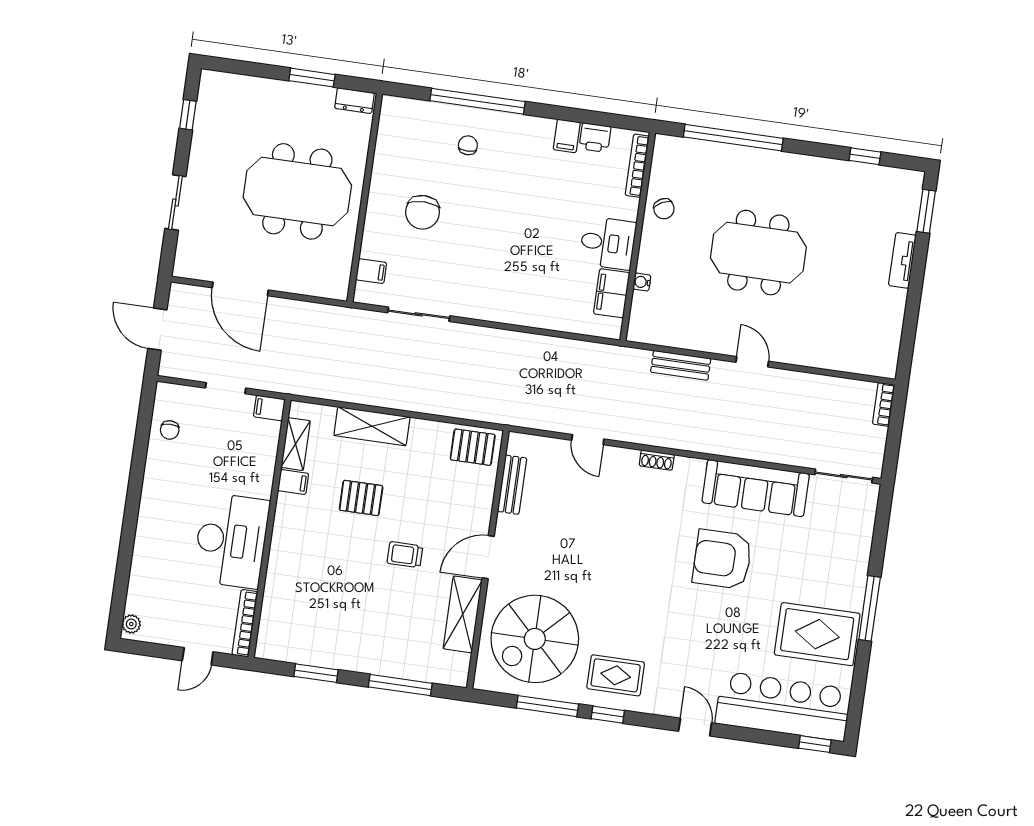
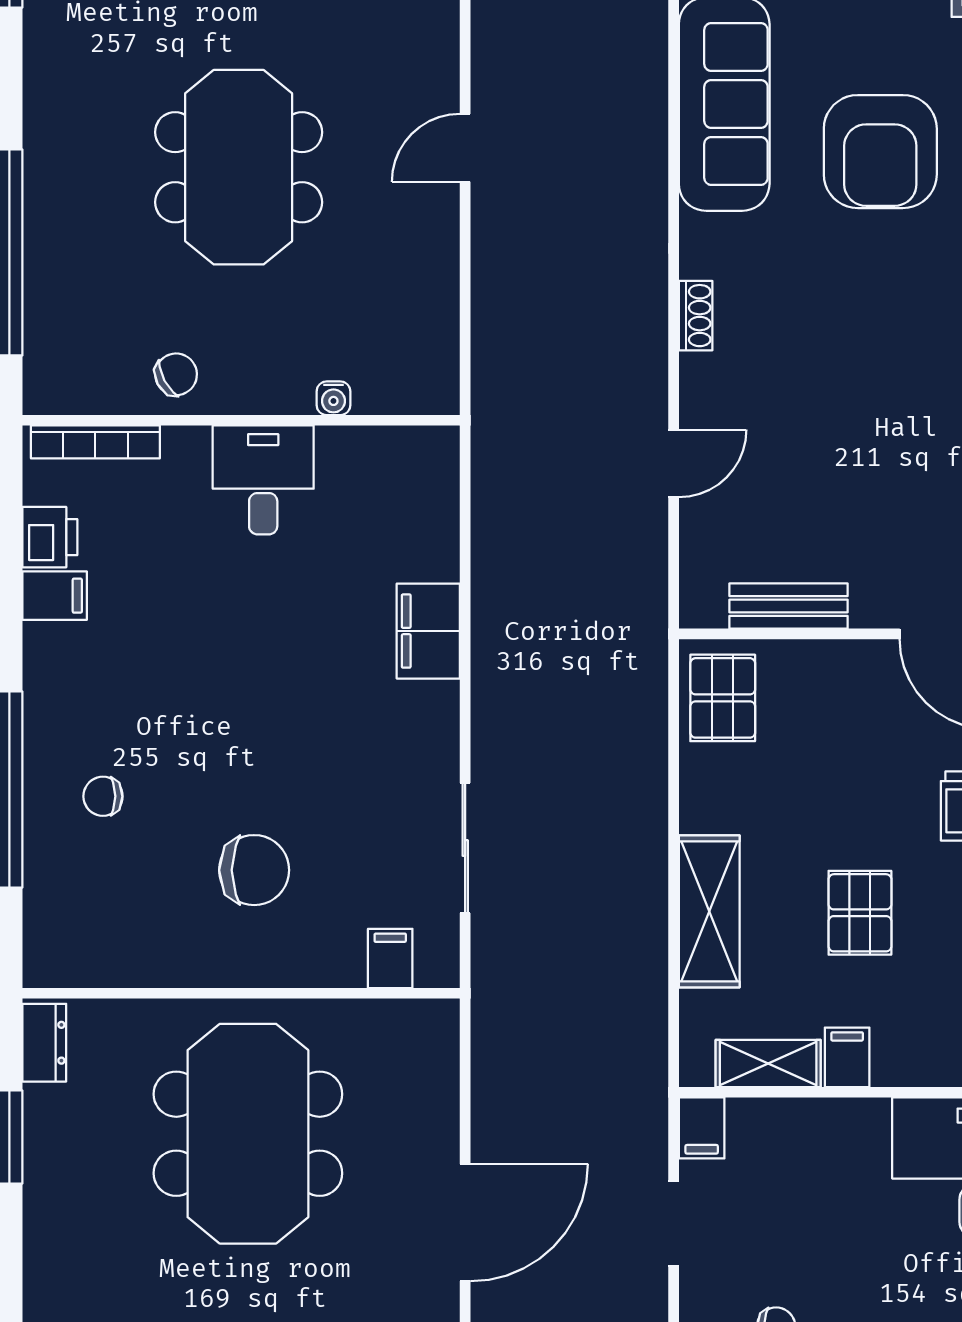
filing cabinet: (612, 293) -> (428, 631), moved, turned 90
bench: (681, 365) -> (493, 294), removed

